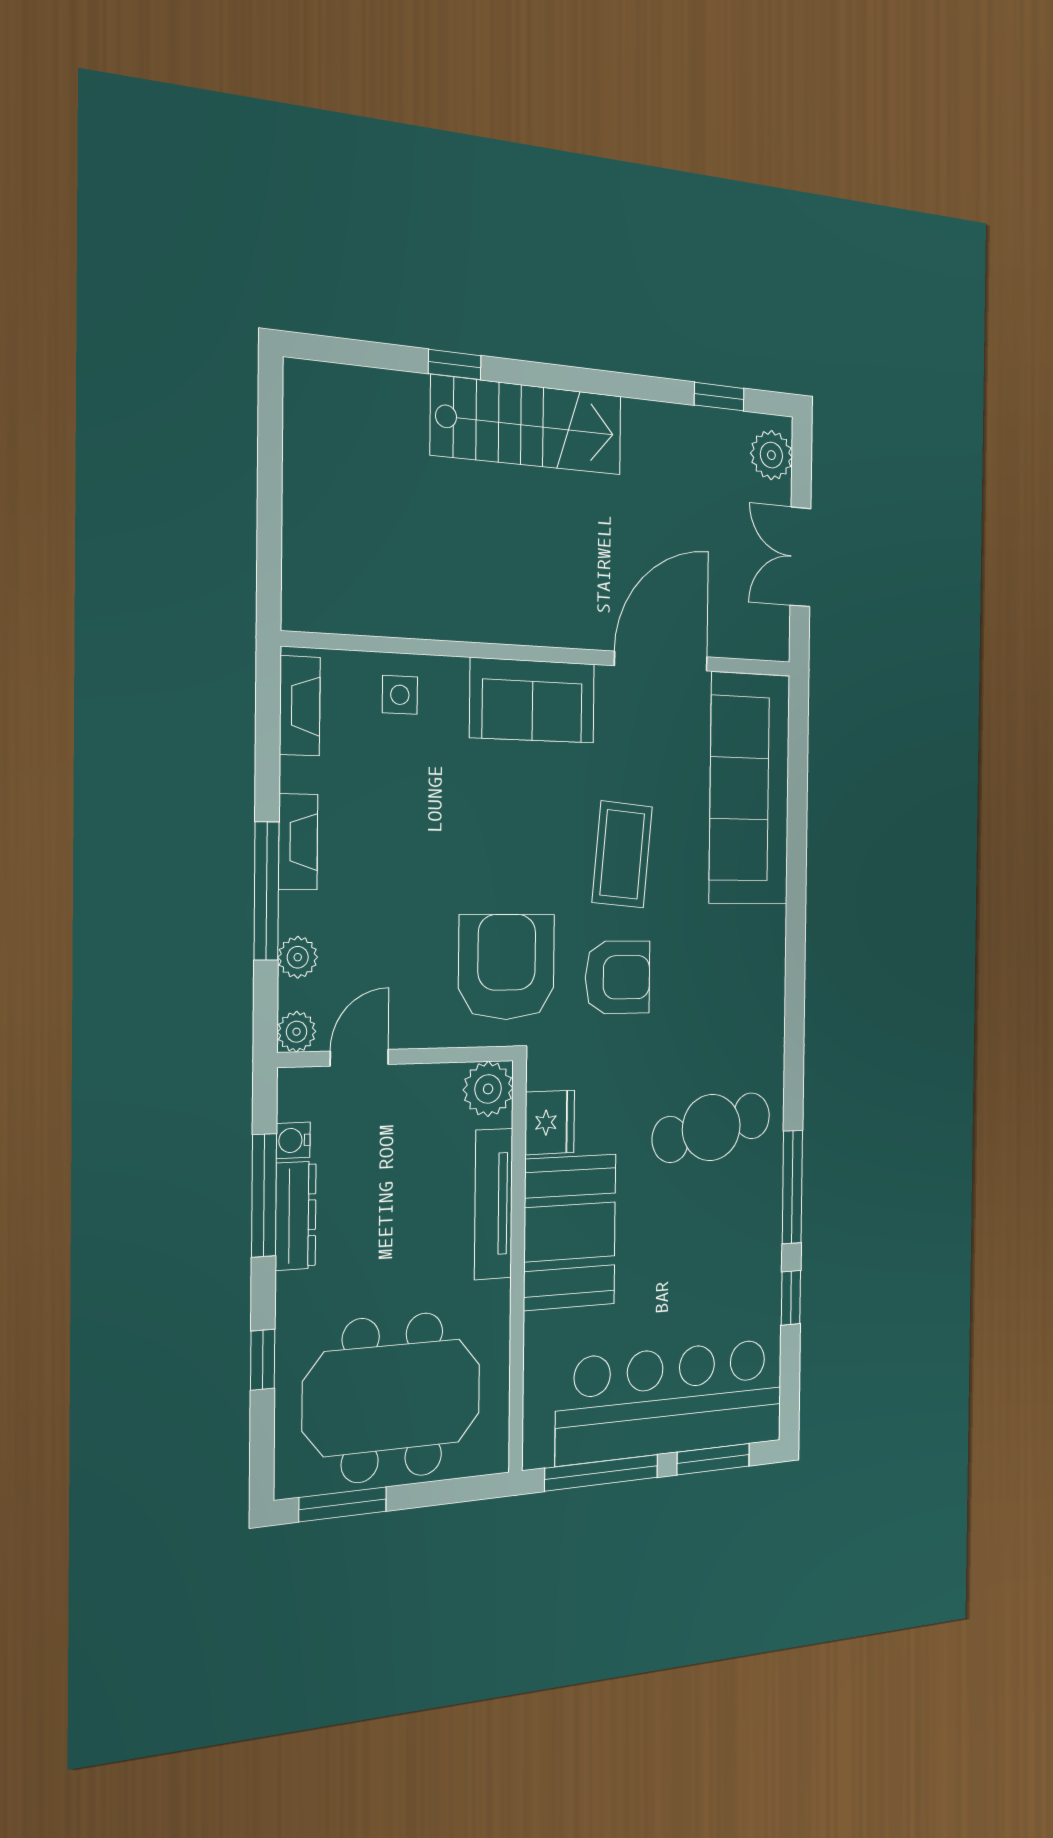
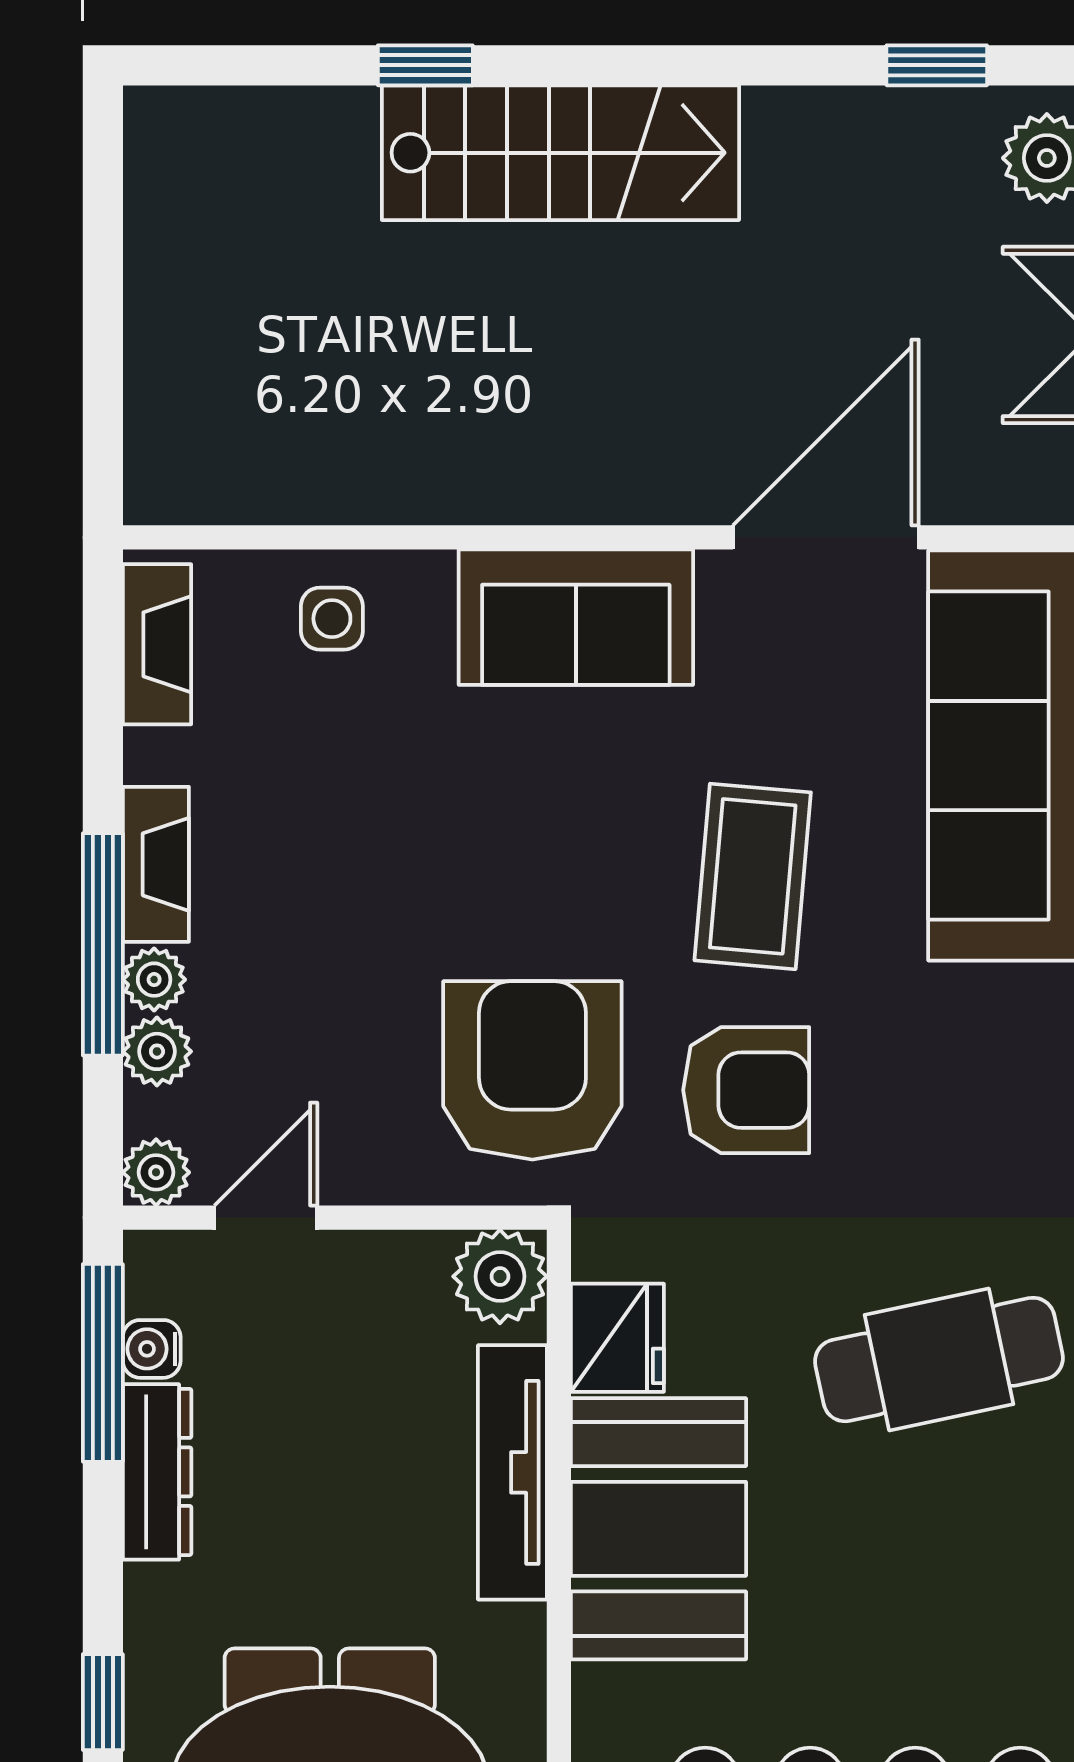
plant: (296, 913) -> (154, 980), added
window: (264, 1195) -> (103, 1363), moved

